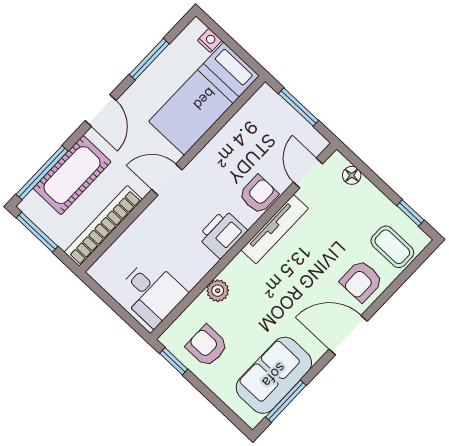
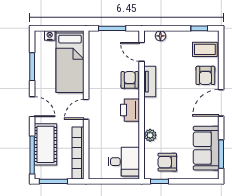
tv unit: (275, 229) -> (150, 82), width x0.71

